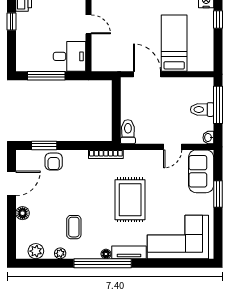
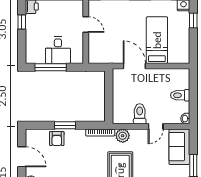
desk: (70, 56) -> (58, 50), moved, turned 90
window: (218, 105) -> (193, 91), removed
toilet: (128, 132) -> (140, 114), moved
window: (44, 145) -> (65, 125), moved
plant: (133, 158) -> (123, 136), added
door: (12, 183) -> (22, 157), hinge flipped

